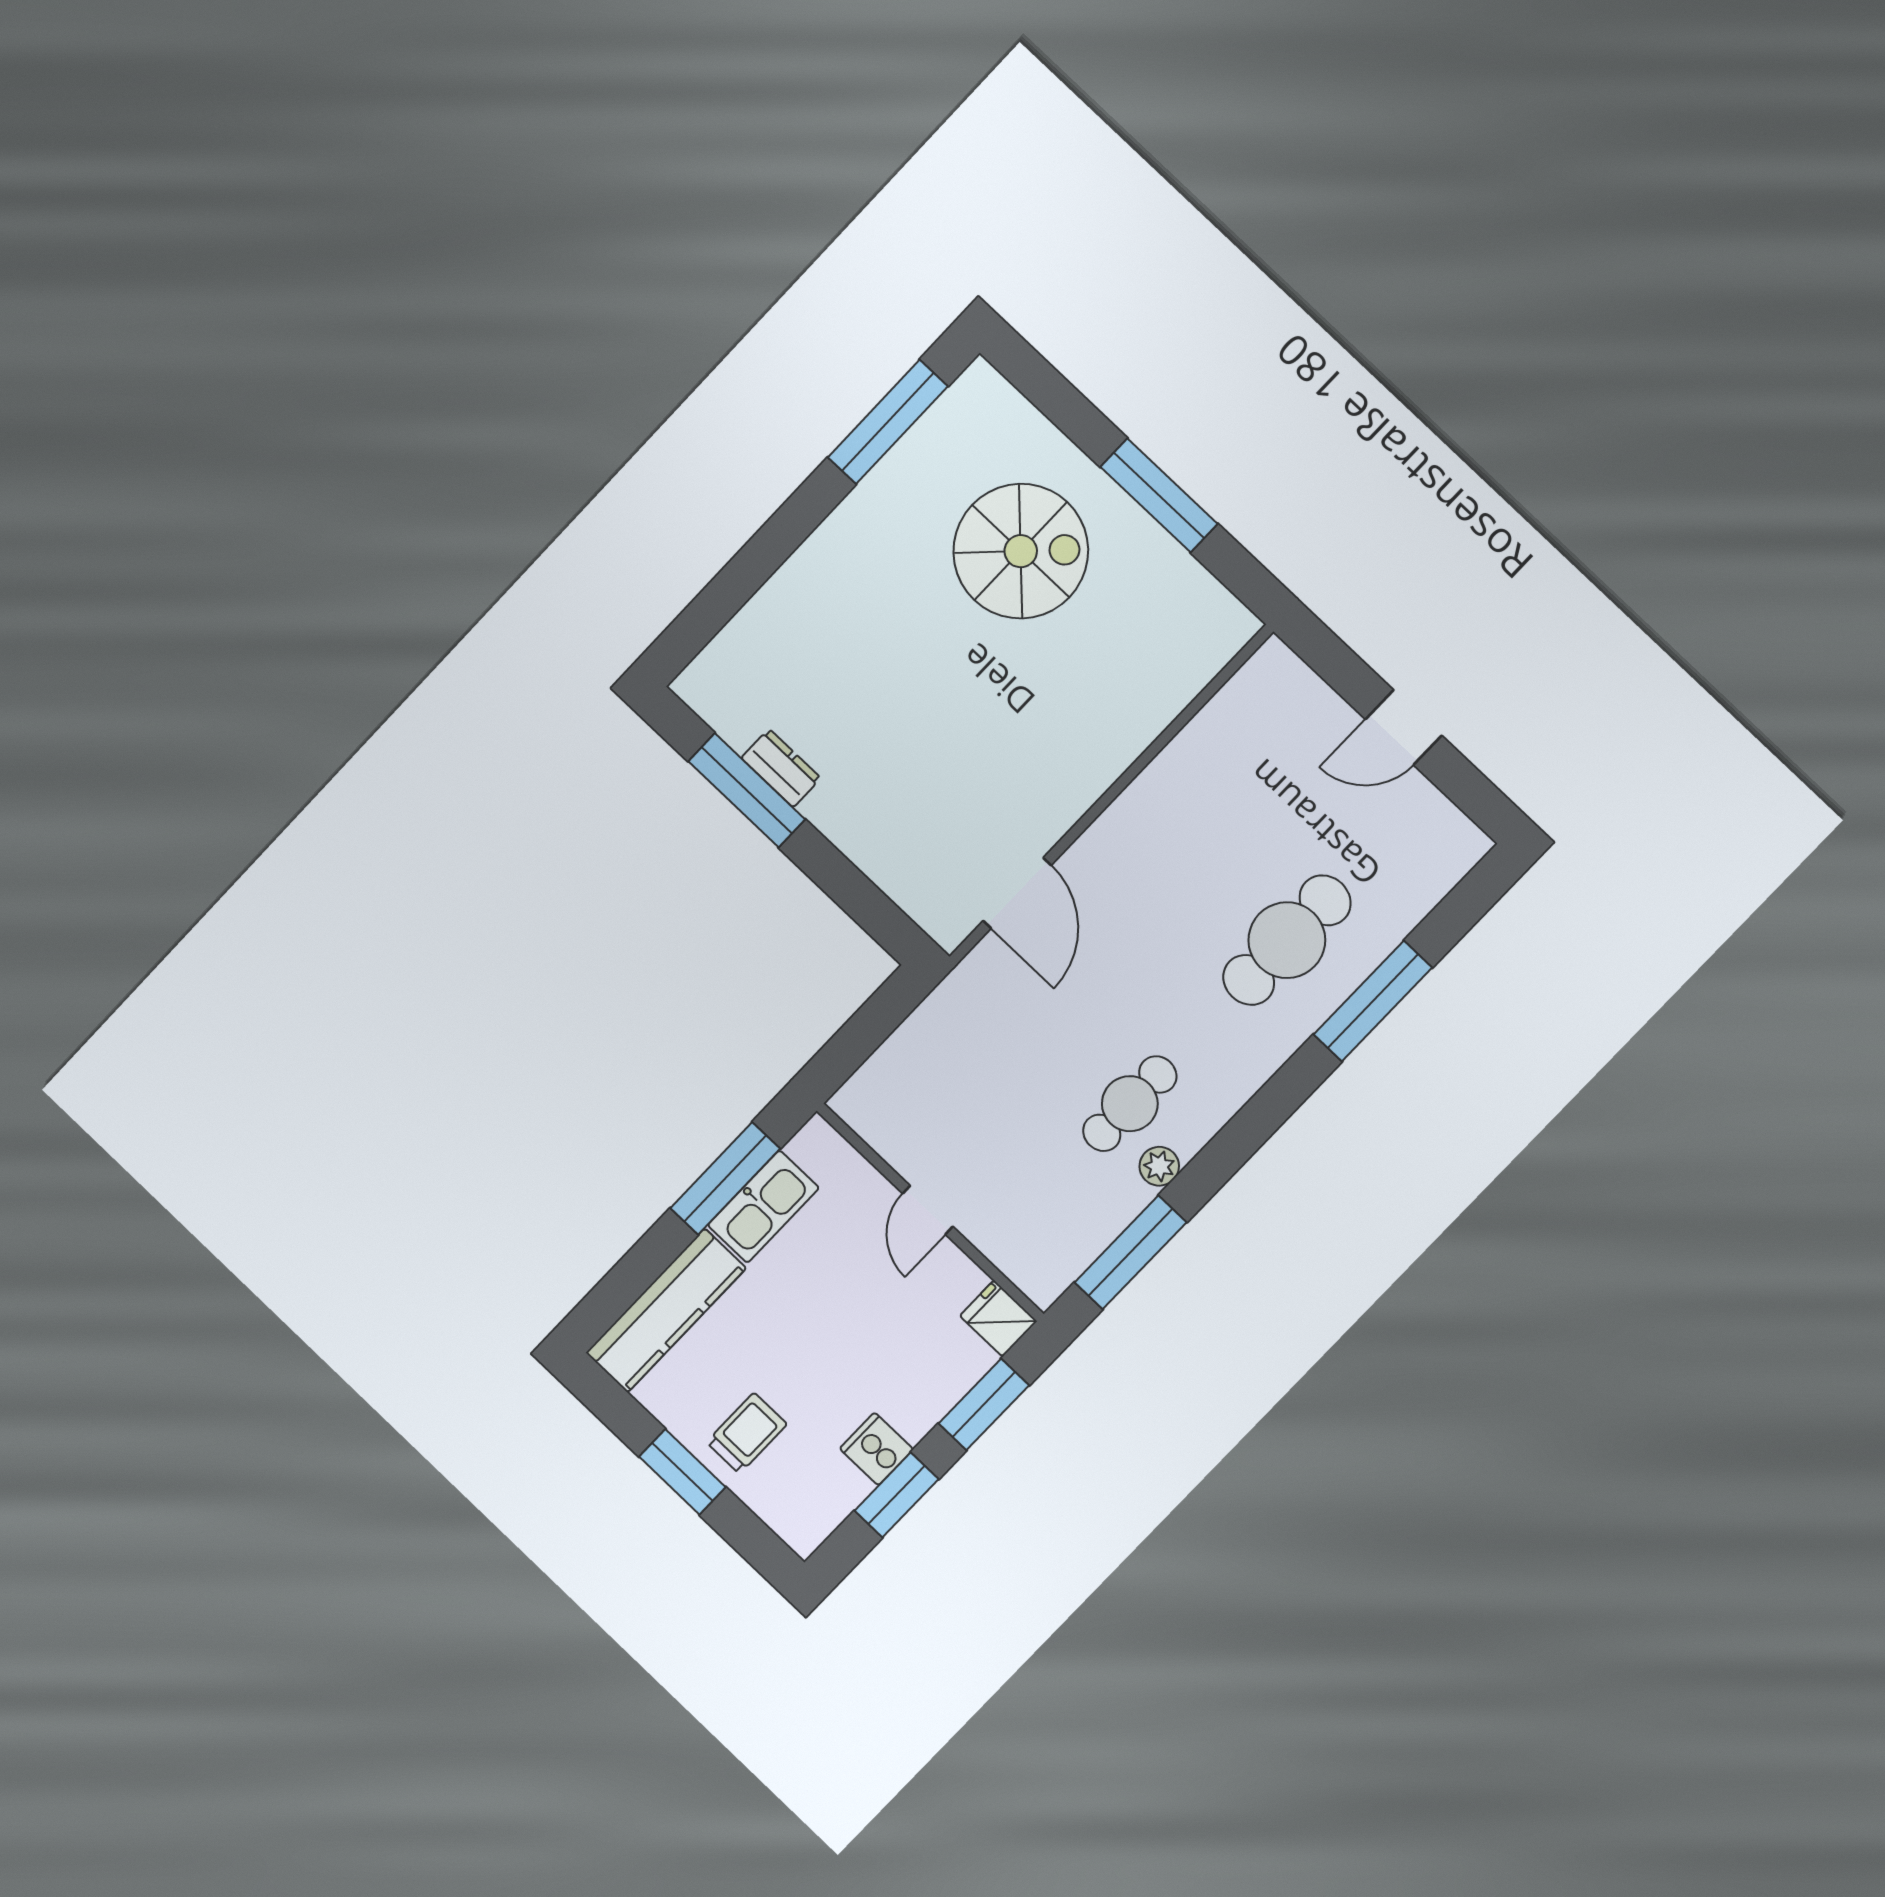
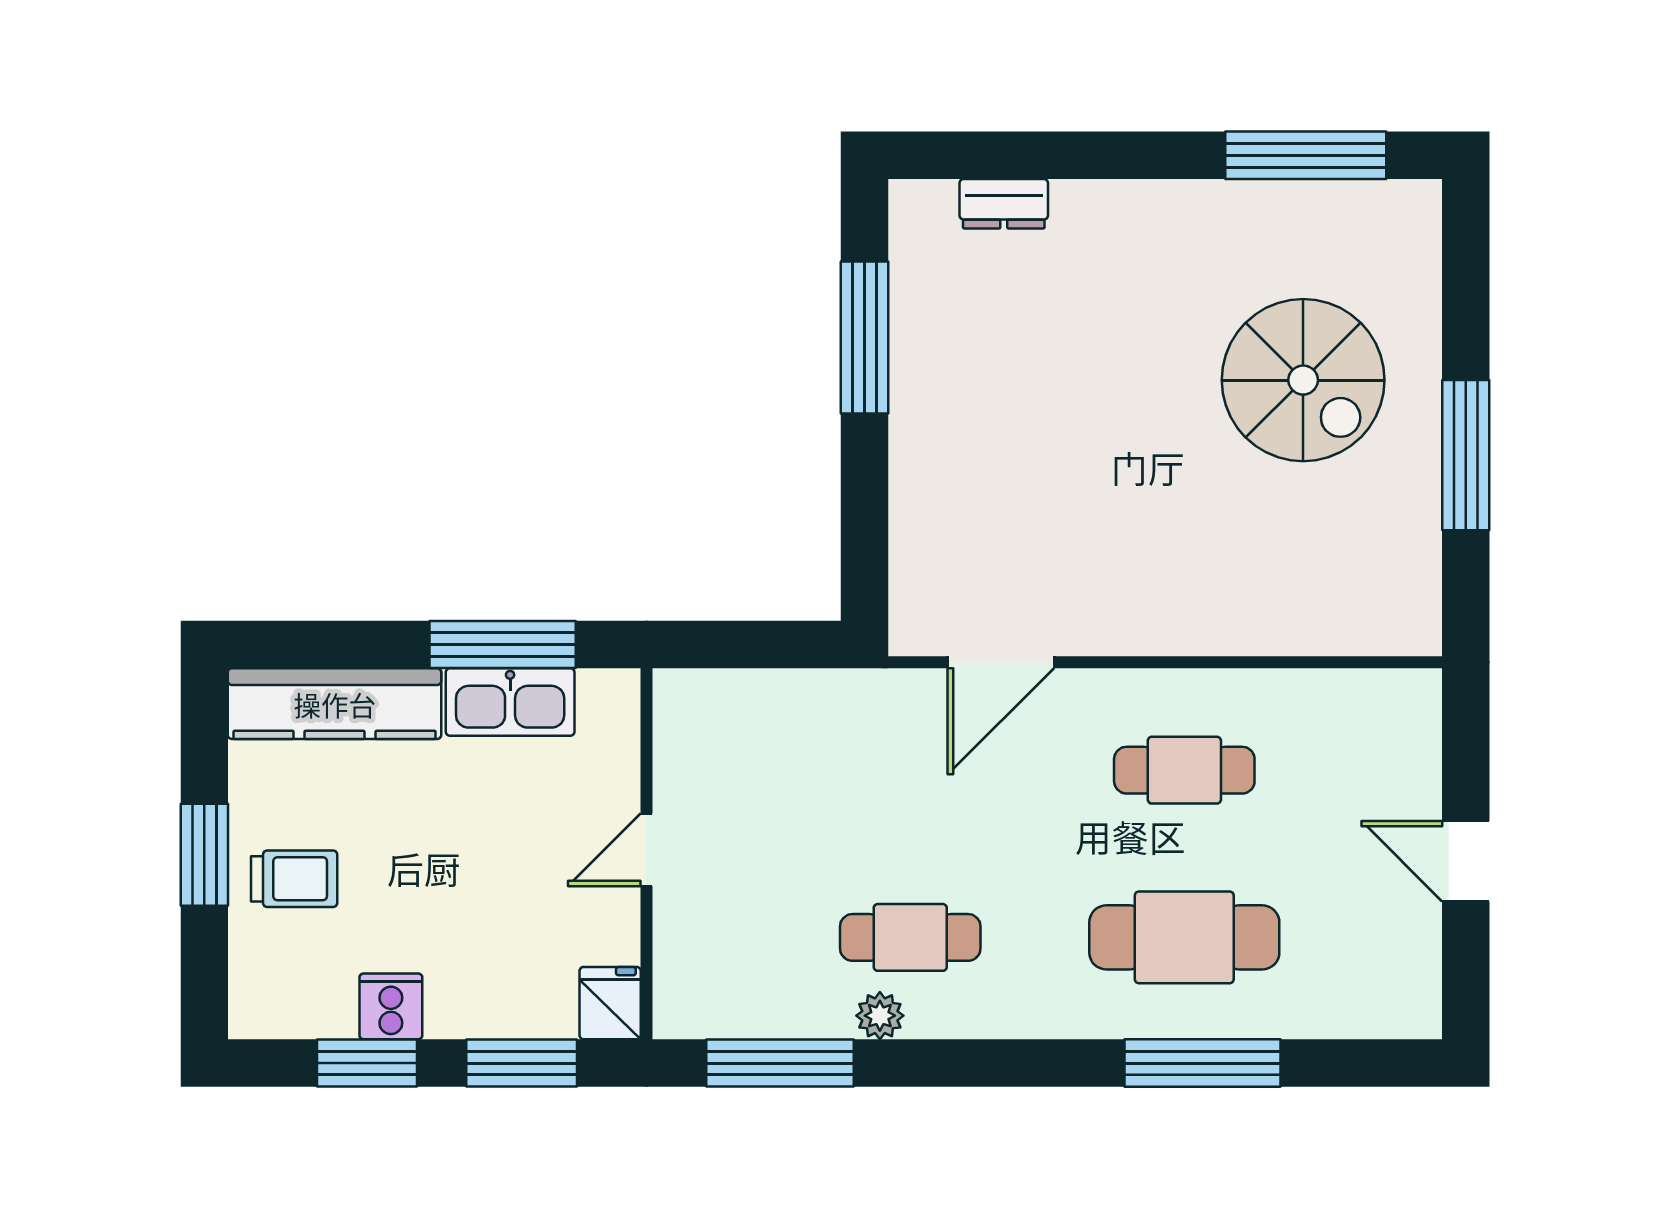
dresser: (781, 768) -> (1004, 204), moved, turned 90
cafe table: (1186, 845) -> (1184, 770), added

